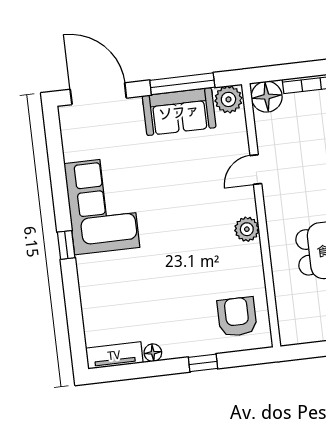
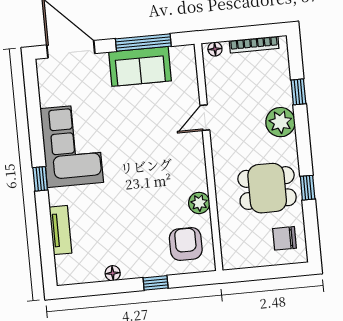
floor lamp: (267, 97) -> (215, 49), width x0.53, depth x0.53
plant: (228, 99) -> (183, 57), removed
plant: (247, 229) -> (199, 203), moved
tv unit: (114, 355) -> (60, 230), moved, turned 90

